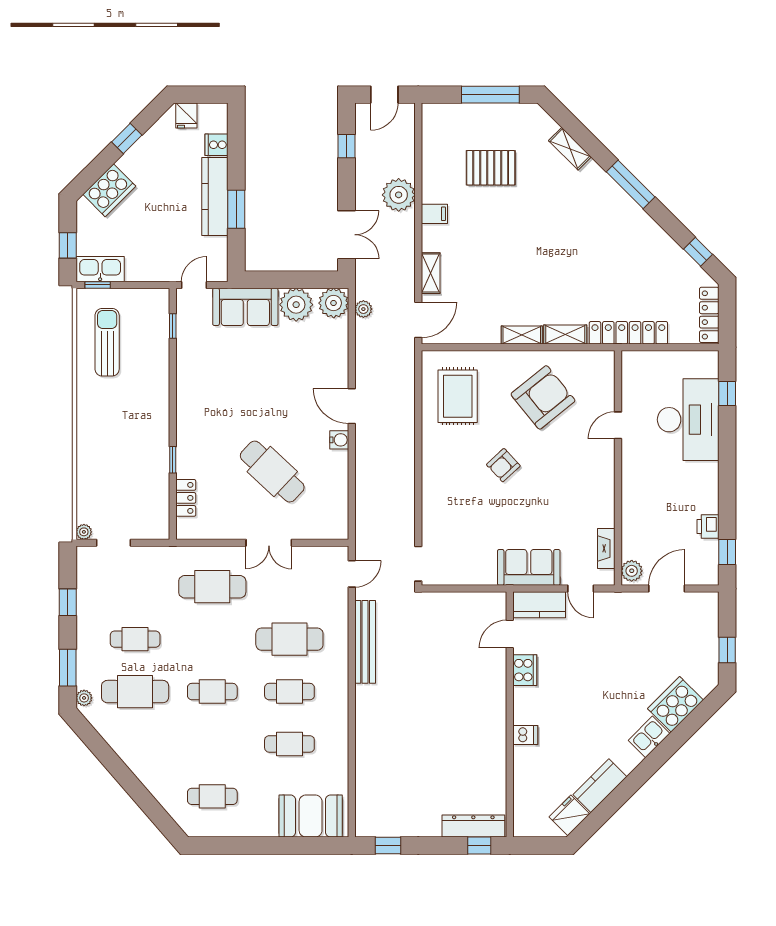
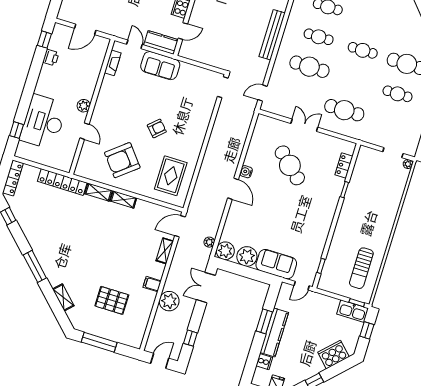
door: (618, 425) -> (84, 131), hinge flipped
plant: (632, 571) -> (84, 106), moved
bench: (365, 642) -> (272, 35), moved

